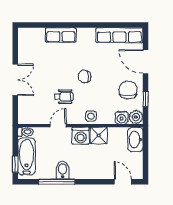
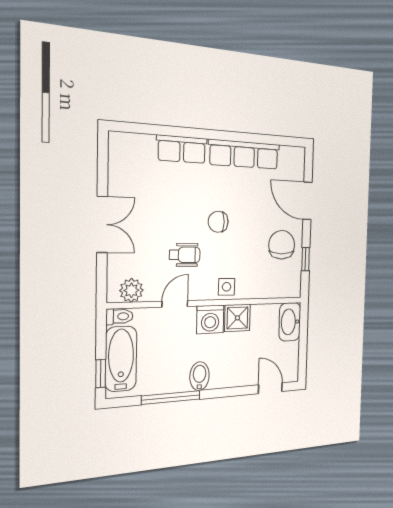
row of seats: (119, 35) -> (244, 154), moved
plant: (136, 117) -> (131, 290), moved
water cooler: (122, 118) -> (271, 288), removed
bidet: (63, 170) -> (200, 376), moved

